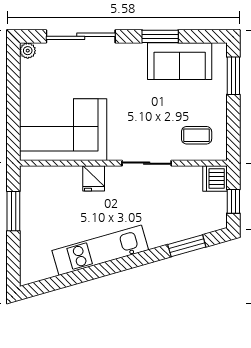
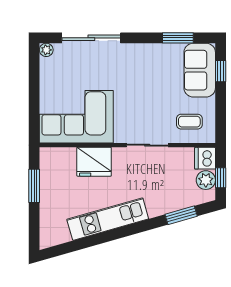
window: (160, 36) -> (178, 38), moved
sofa: (180, 61) -> (200, 70), moved, turned 90
window: (233, 76) -> (221, 71), width x0.67
fridge: (94, 178) -> (94, 162), width x1.88, depth x1.34
plant: (216, 204) -> (206, 180), added

